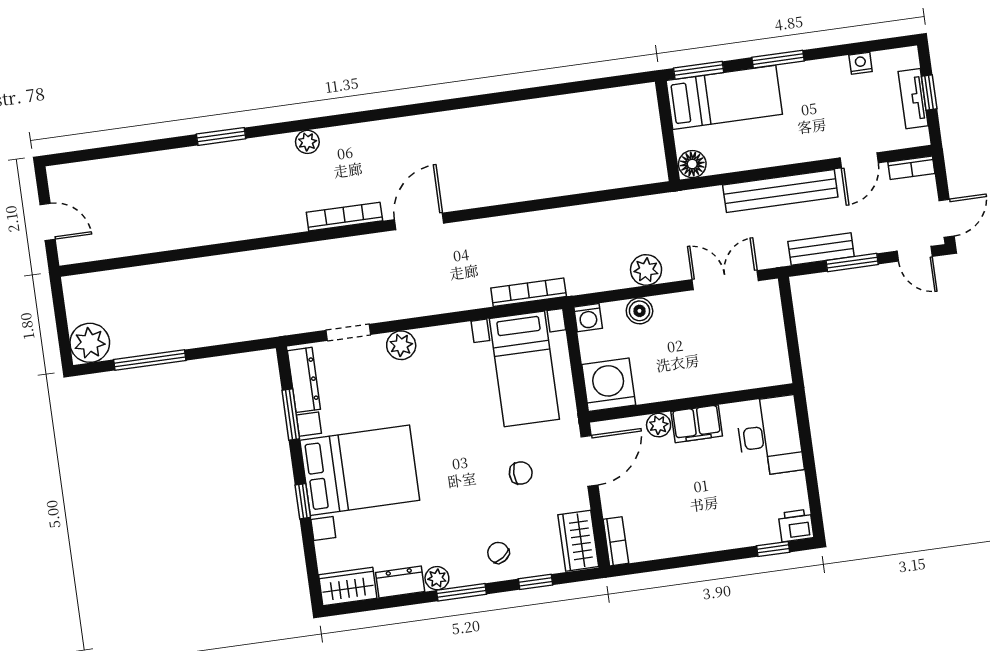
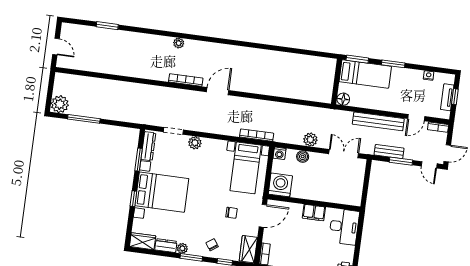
window: (221, 136) -> (107, 26), moved
plant: (659, 425) -> (297, 209), removed

